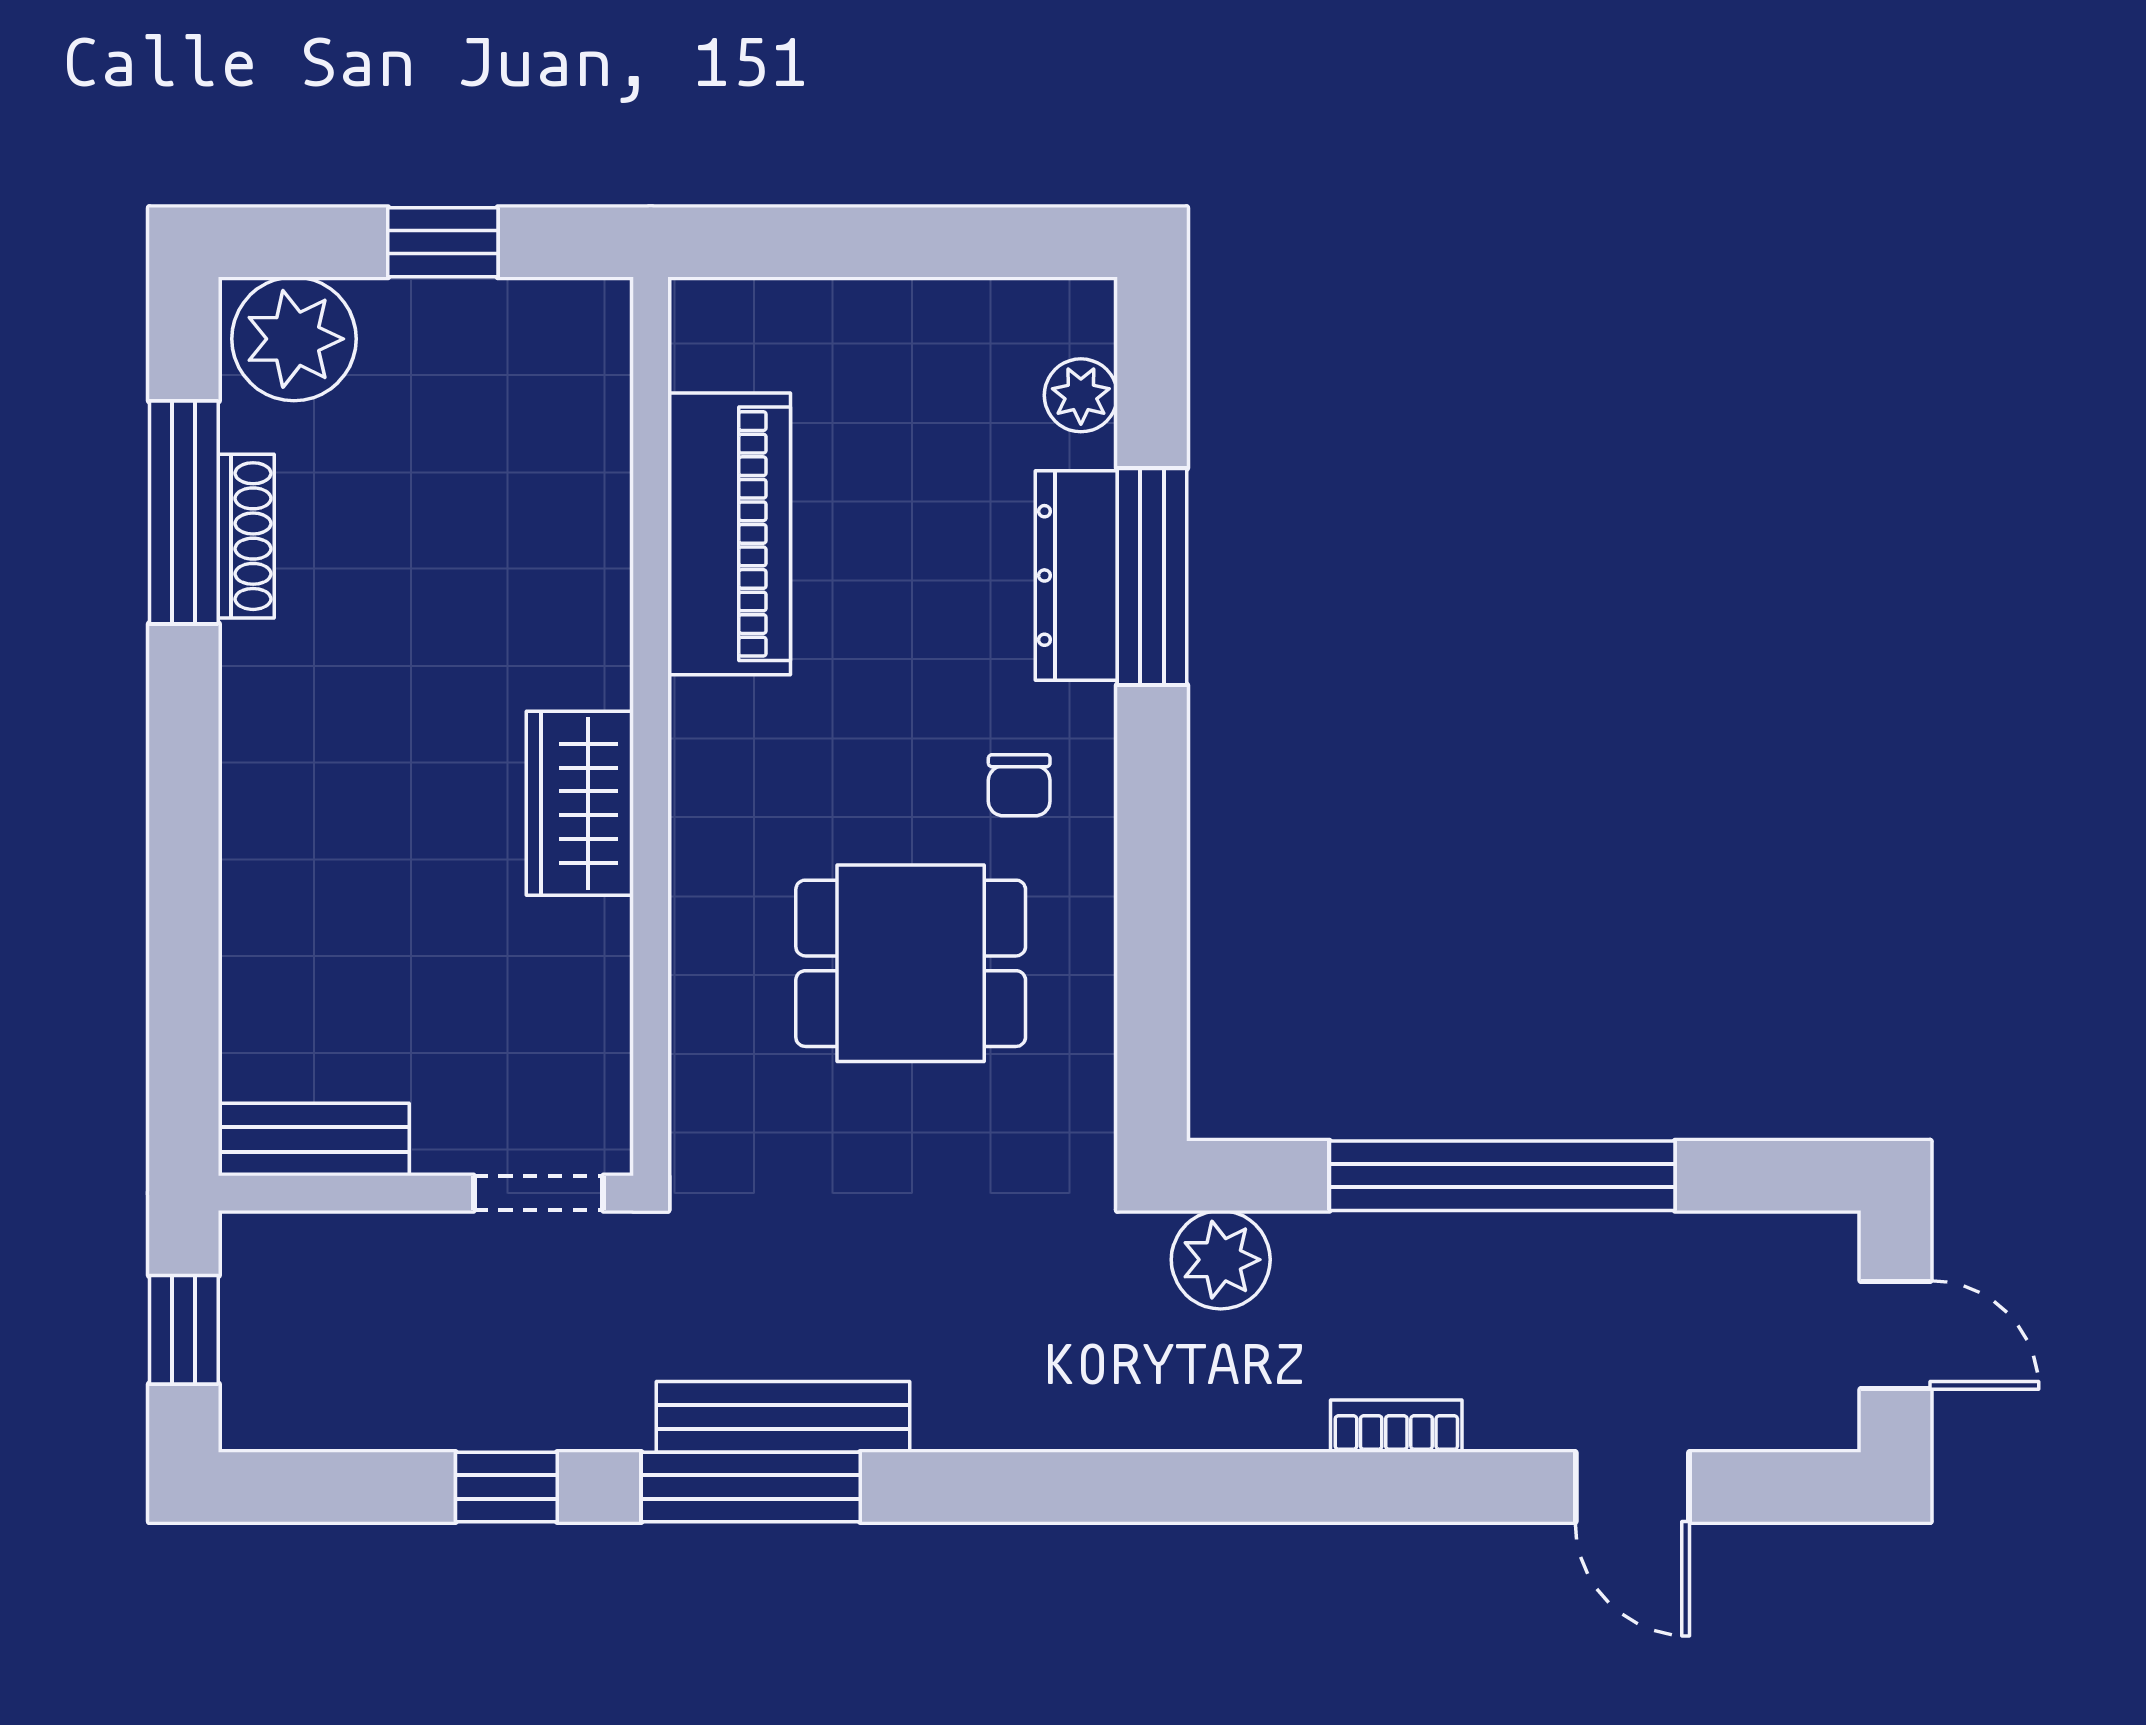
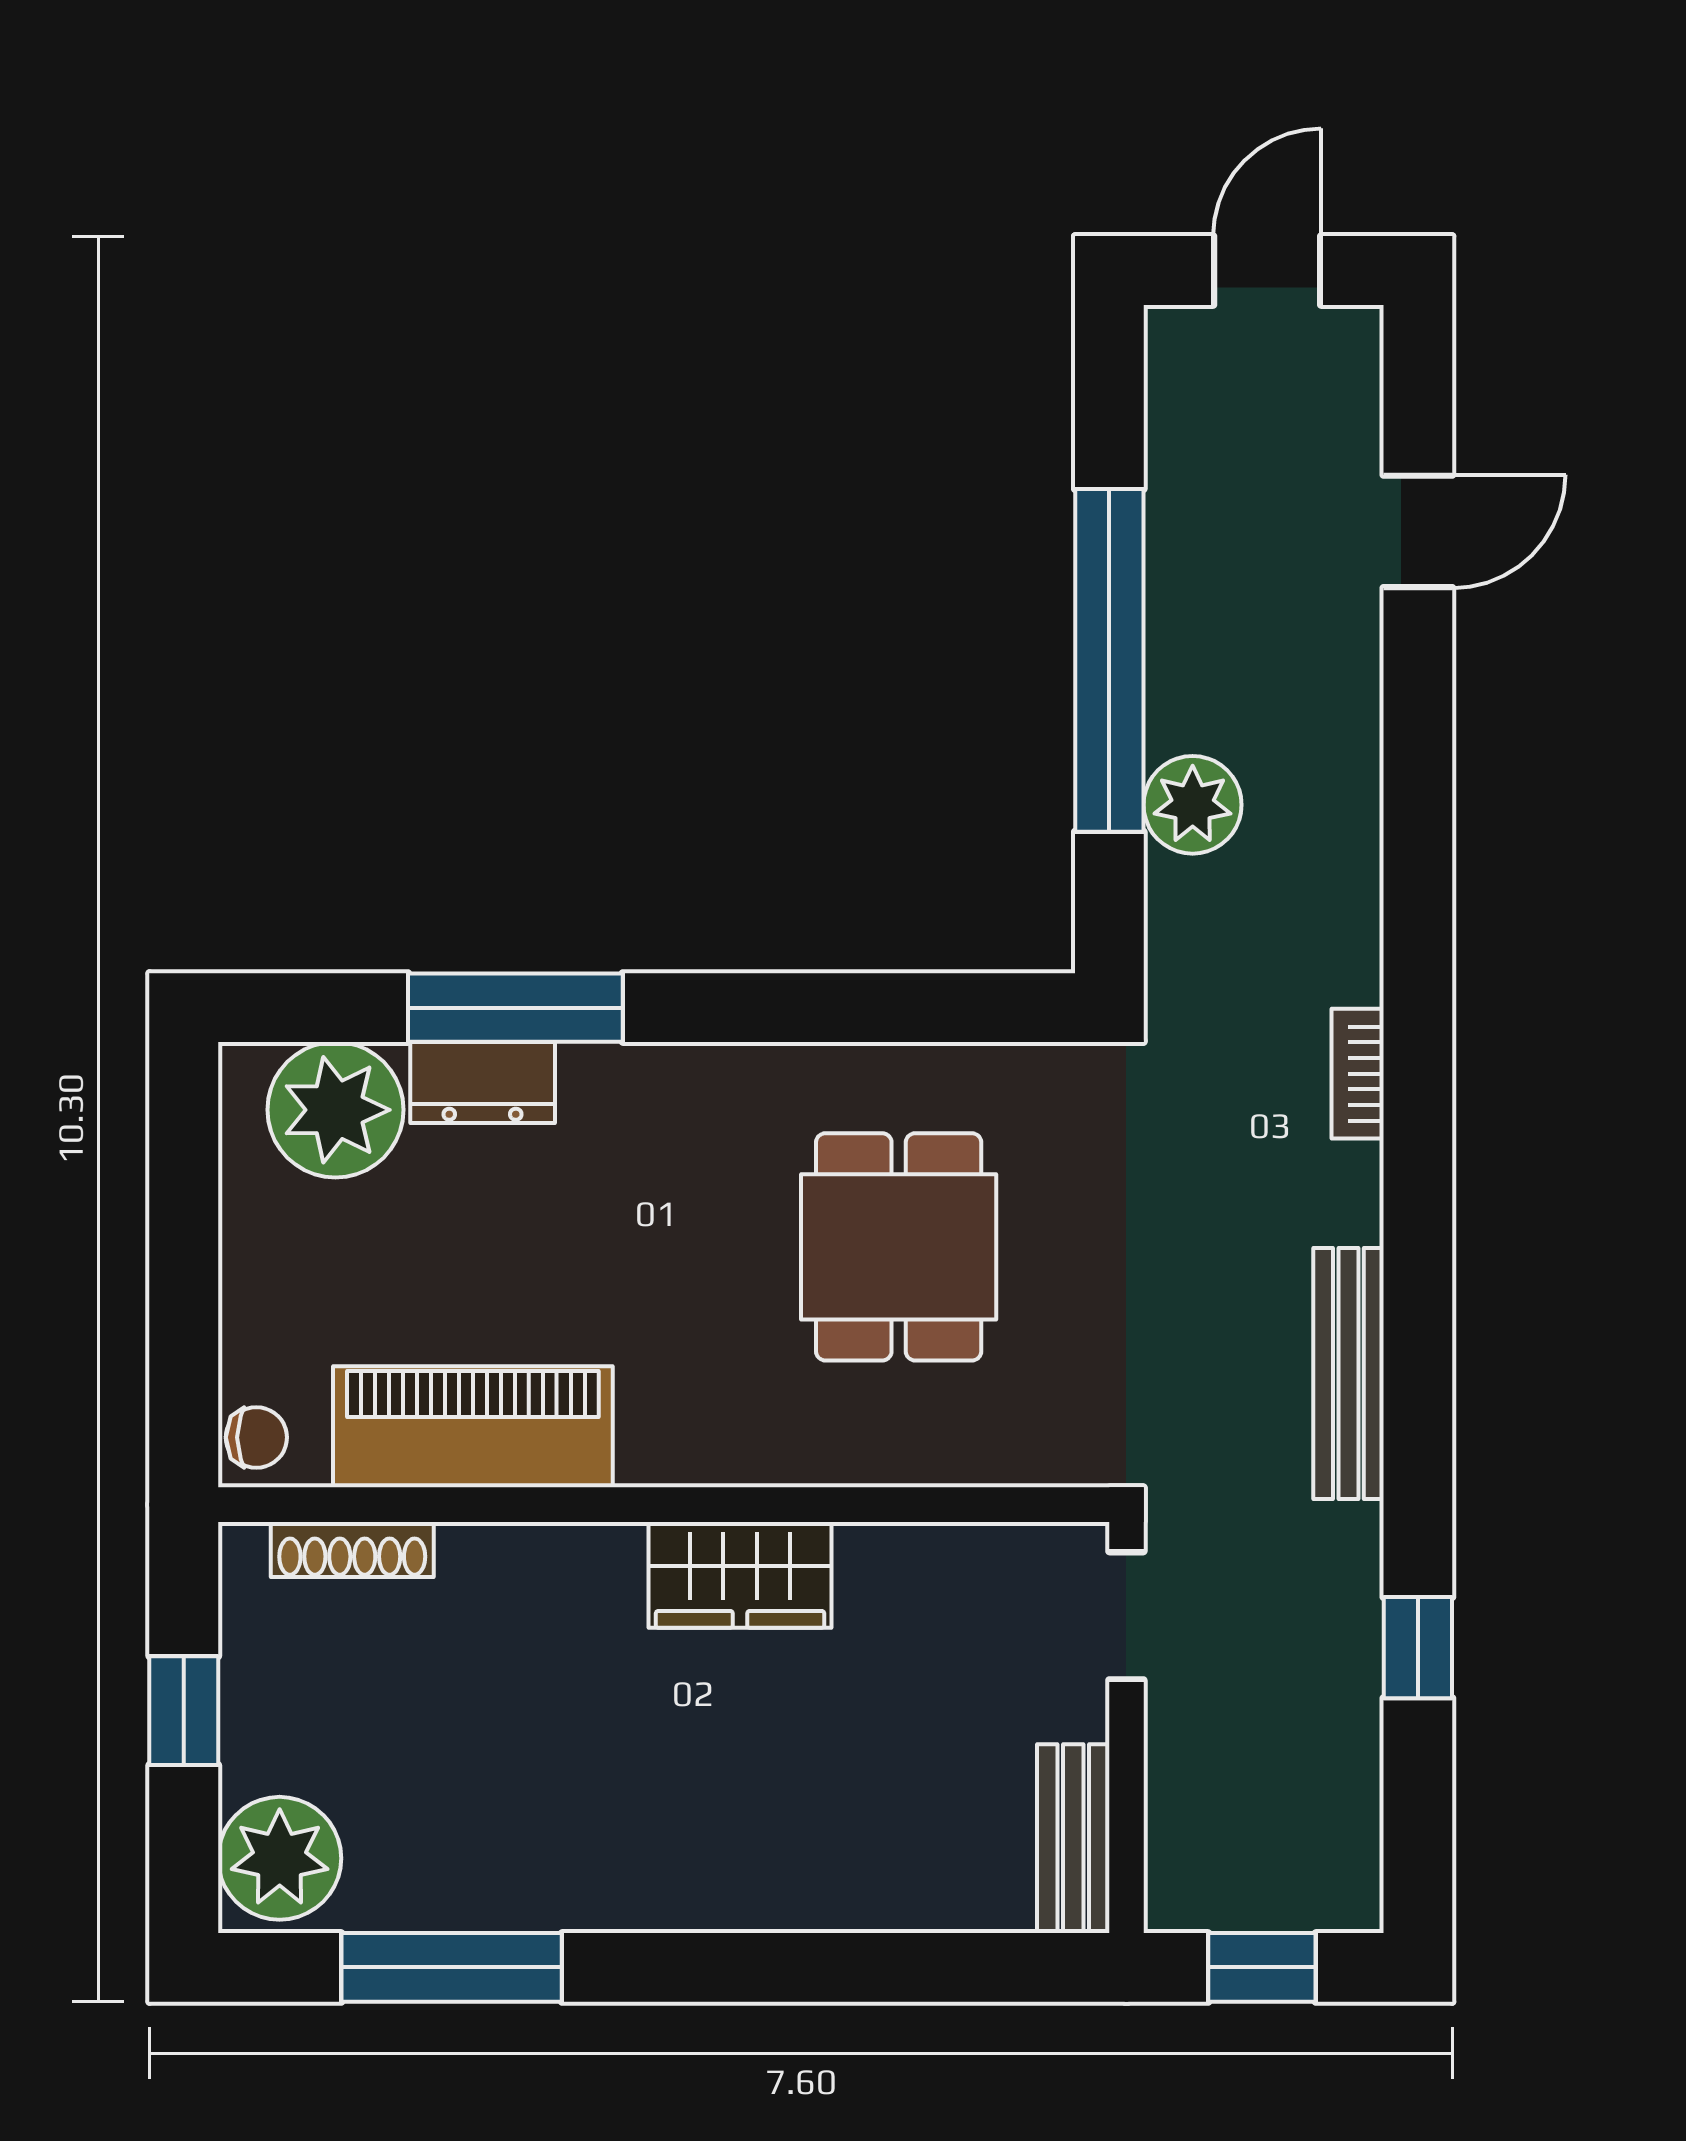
plant: (1081, 395) -> (335, 1110), width x1.88, depth x1.88
shoe rack: (246, 536) -> (352, 1549), moved, turned 180
dresser: (1076, 575) -> (483, 1082), width x0.70
chair: (1019, 785) -> (256, 1437), moved
plant: (1221, 1260) -> (1193, 805), moved
bookcase: (1396, 1426) -> (1358, 1074), moved
window: (751, 1487) -> (1418, 1405), removed

